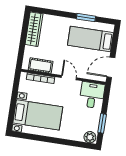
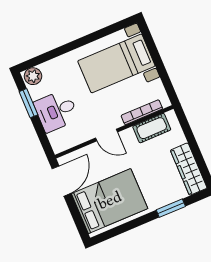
window: (86, 18) -> (171, 208), moved
bed: (90, 39) -> (110, 201), width x1.50
desk: (92, 95) -> (56, 111), moved, turned 90

